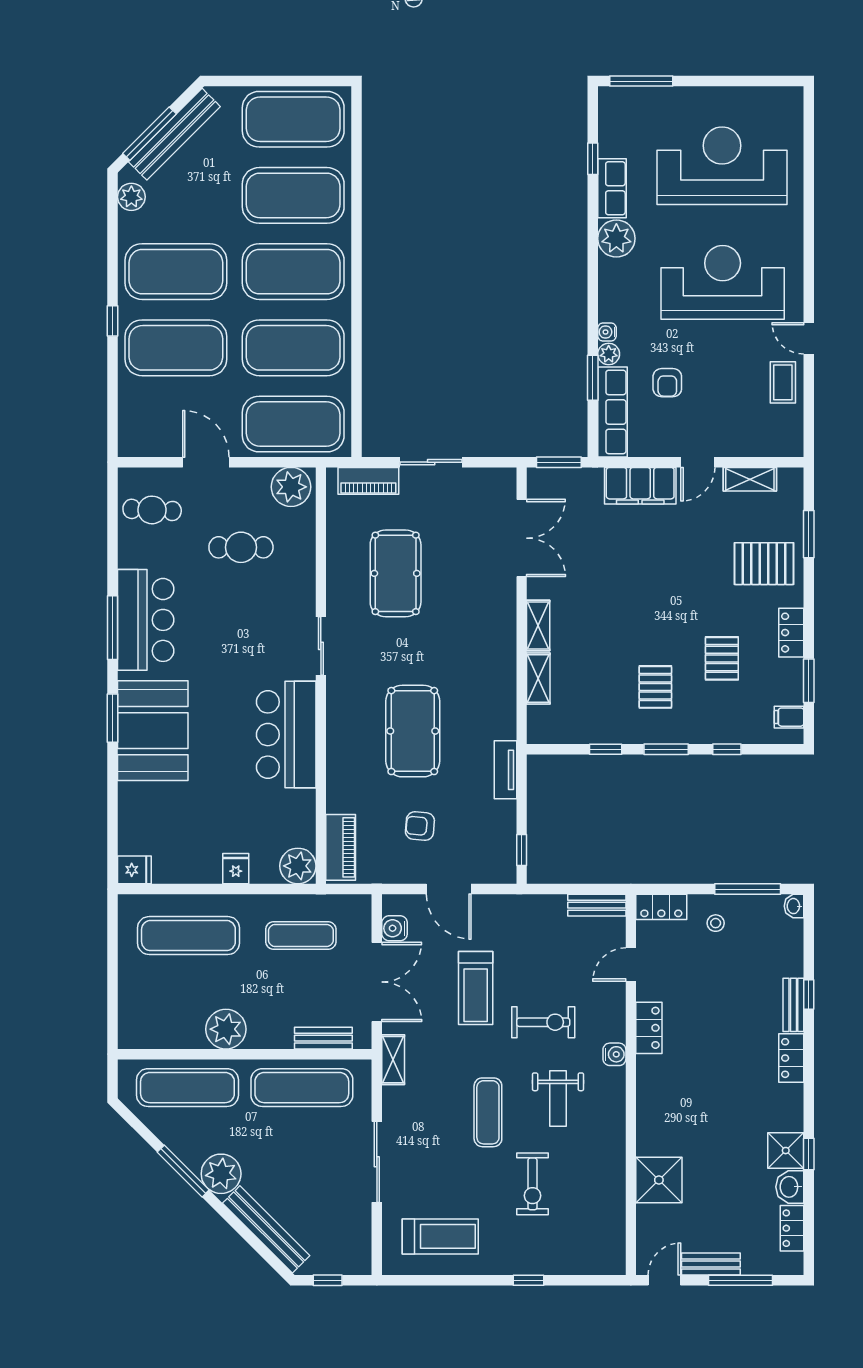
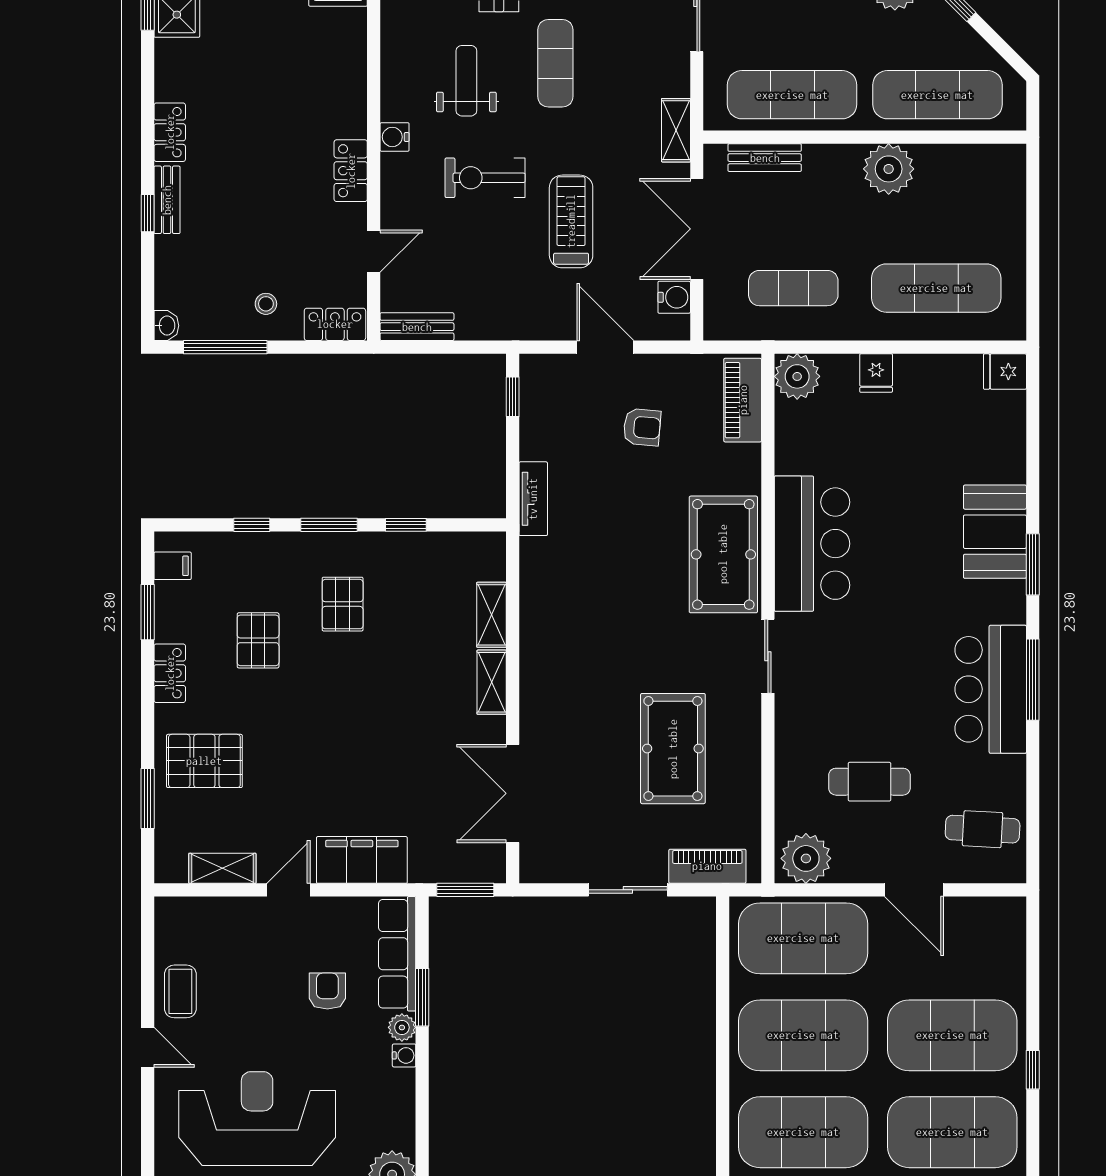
reception desk: (723, 282) -> (257, 1119), turned 180
booth: (153, 731) -> (995, 532), width x0.73, depth x0.70
pool table: (413, 731) -> (723, 554), moved

